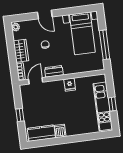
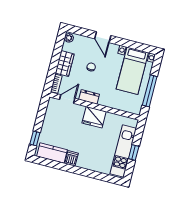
fridge: (70, 85) -> (94, 117), width x1.88, depth x1.34
window: (20, 115) -> (35, 138), moved

